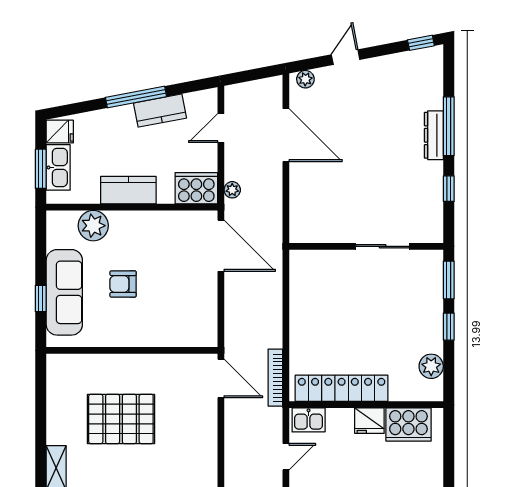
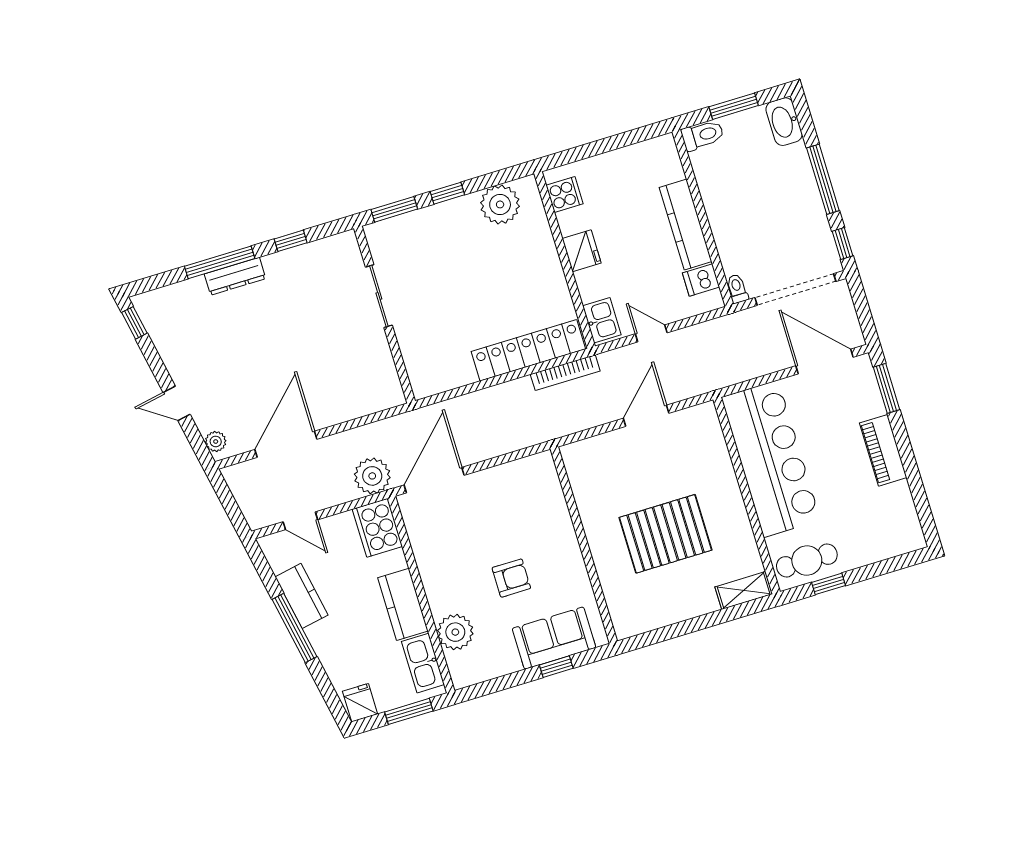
kitchen sink: (58, 167) -> (423, 663), moved, turned -90
plant: (232, 190) -> (372, 476), width x1.88, depth x1.88
armchair: (123, 284) -> (511, 578), turned -90
sofa: (64, 292) -> (554, 638), width x0.73
plant: (431, 366) -> (500, 204), width x1.36, depth x1.36
door: (221, 378) -> (646, 416), moved
locker: (342, 388) -> (528, 350), moved, turned 90
pallet: (121, 419) -> (666, 534), turned 90
cooker: (408, 425) -> (565, 195), width x0.53, depth x0.76

